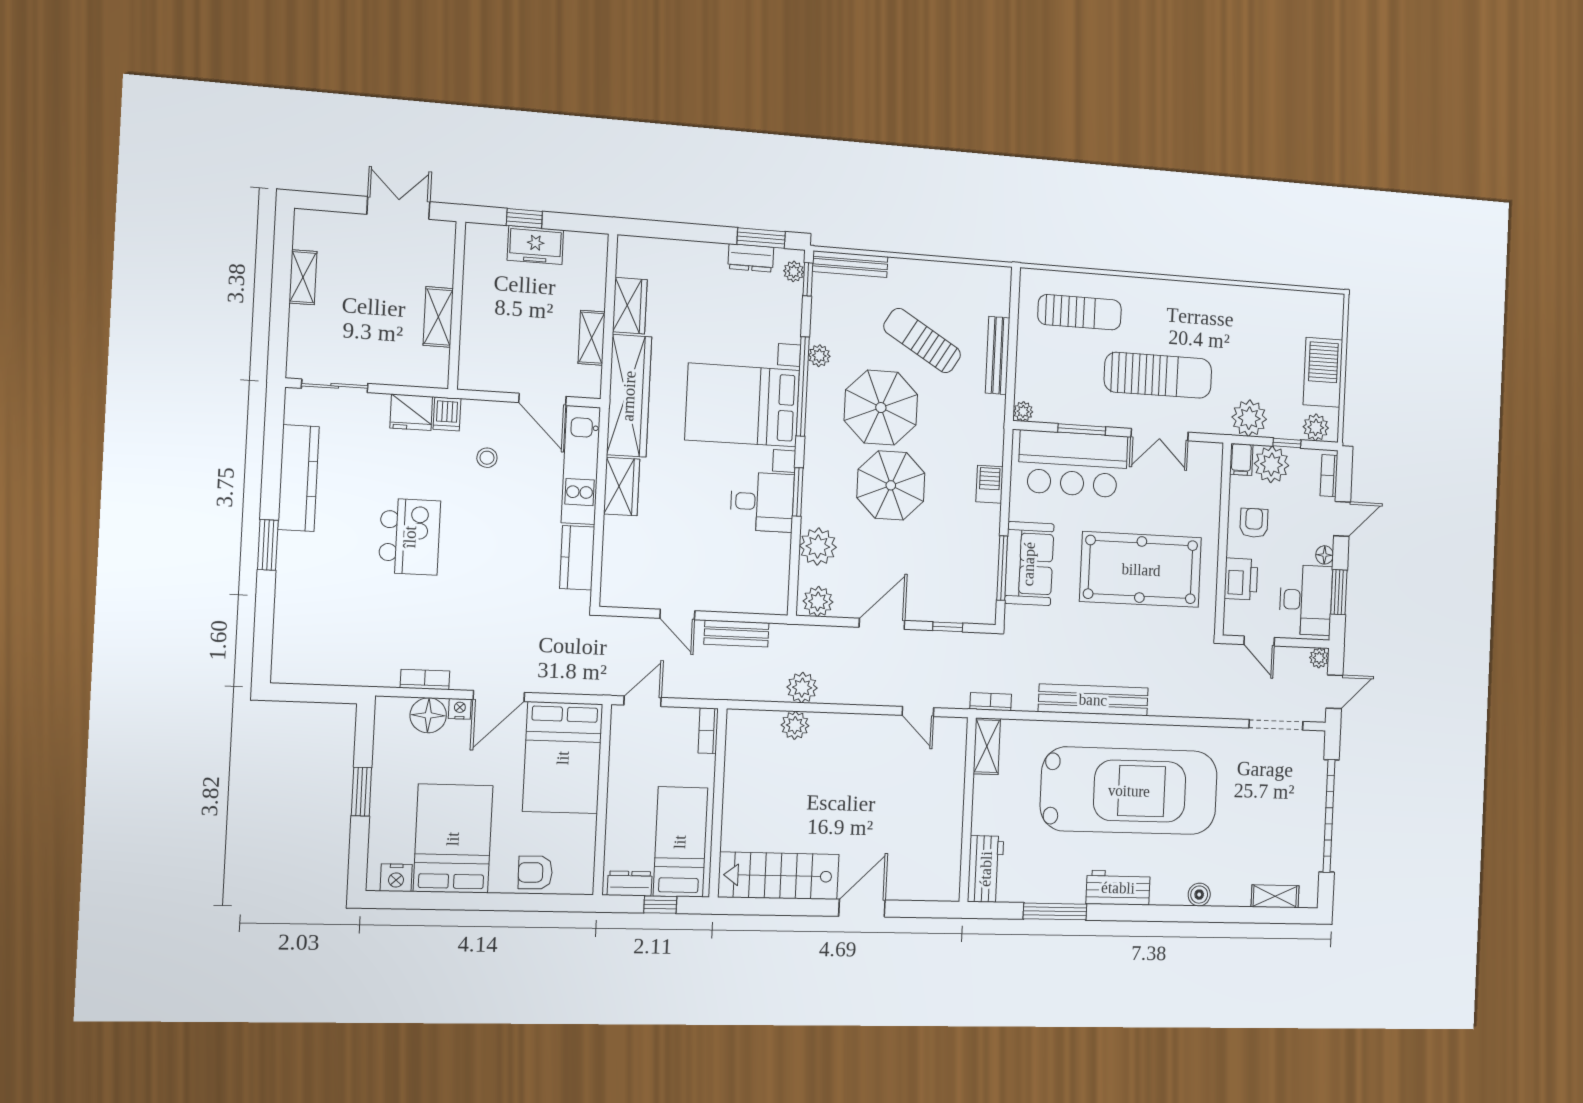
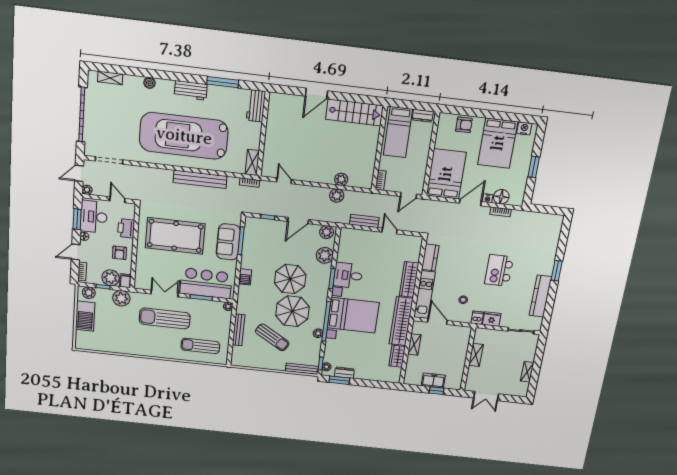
wardrobe: (622, 487) -> (409, 279), width x1.50
window: (660, 905) -> (410, 105), removed

